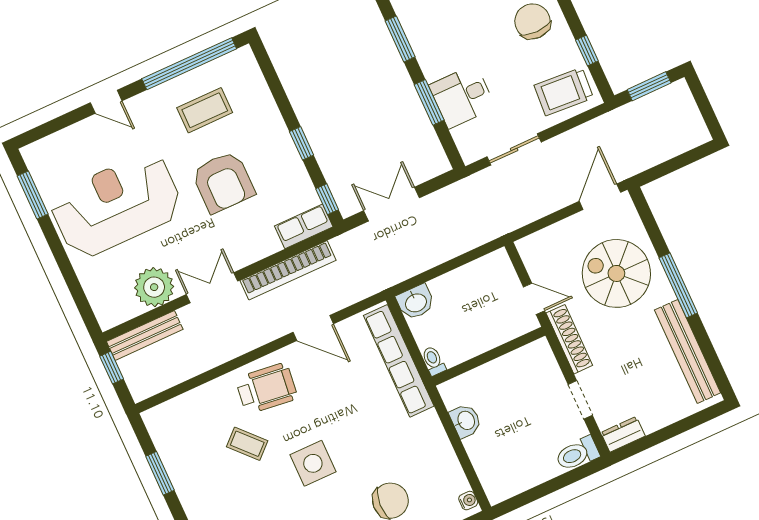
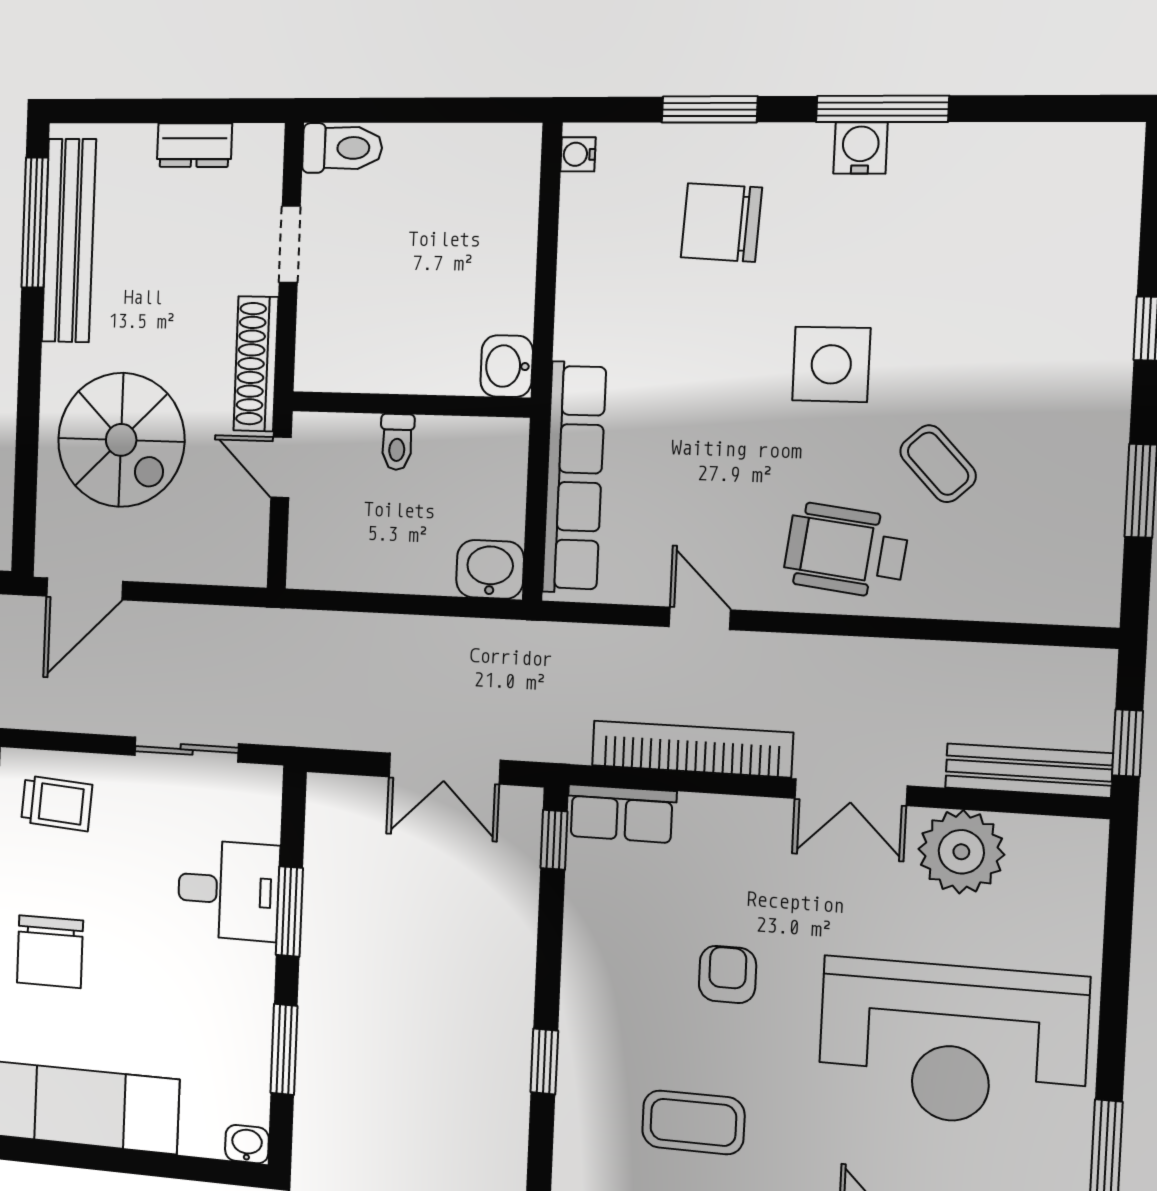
trolley: (564, 92) -> (57, 803), width x0.73, depth x0.72
window: (302, 143) -> (544, 1061), moved
armchair: (223, 182) -> (728, 974), width x0.53, depth x0.53
window: (678, 285) -> (35, 223), moved
door: (313, 328) -> (700, 618), width x0.73
toilet: (433, 361) -> (397, 442), moved
washbasin: (466, 421) -> (507, 366), moved
dresser: (623, 434) -> (194, 145), moved

